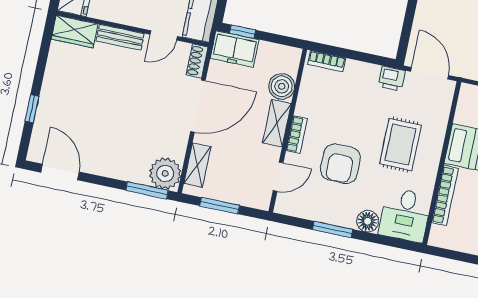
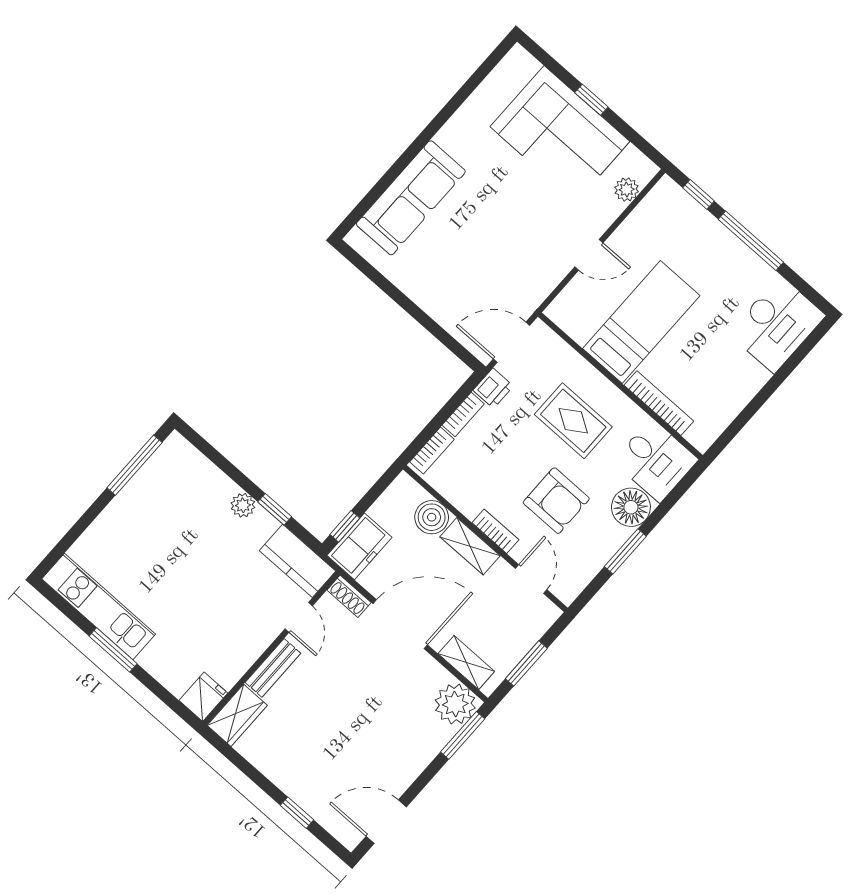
bookcase: (363, 68) -> (463, 415), added
door: (198, 106) -> (400, 624), hinge flipped
floor lamp: (368, 221) -> (631, 507), width x1.38, depth x1.38

